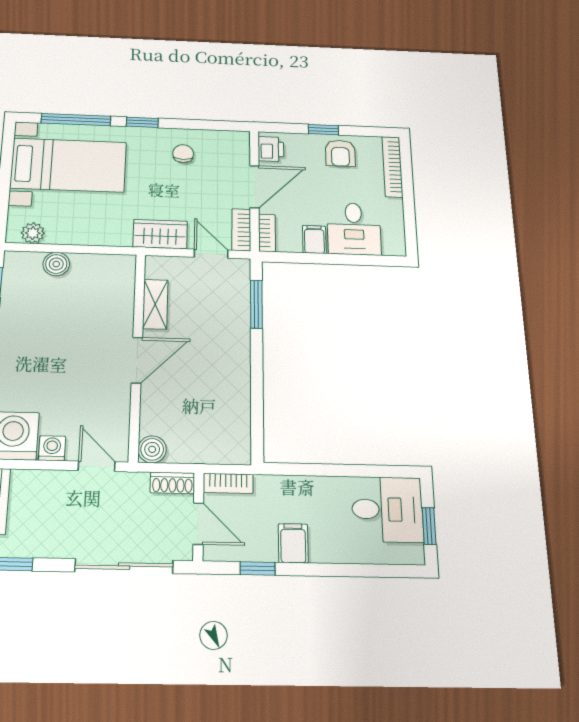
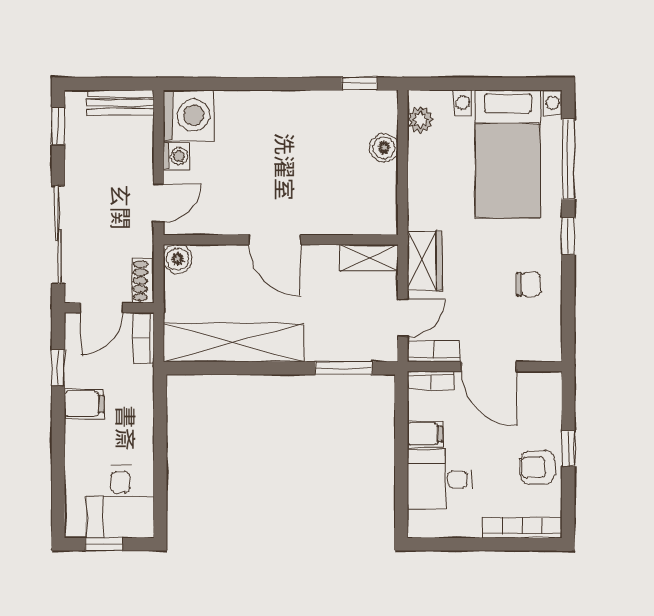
printer: (271, 149) -> (539, 386), removed
shelving: (155, 304) -> (369, 258), moved
shelving: (233, 400) -> (233, 343), added

